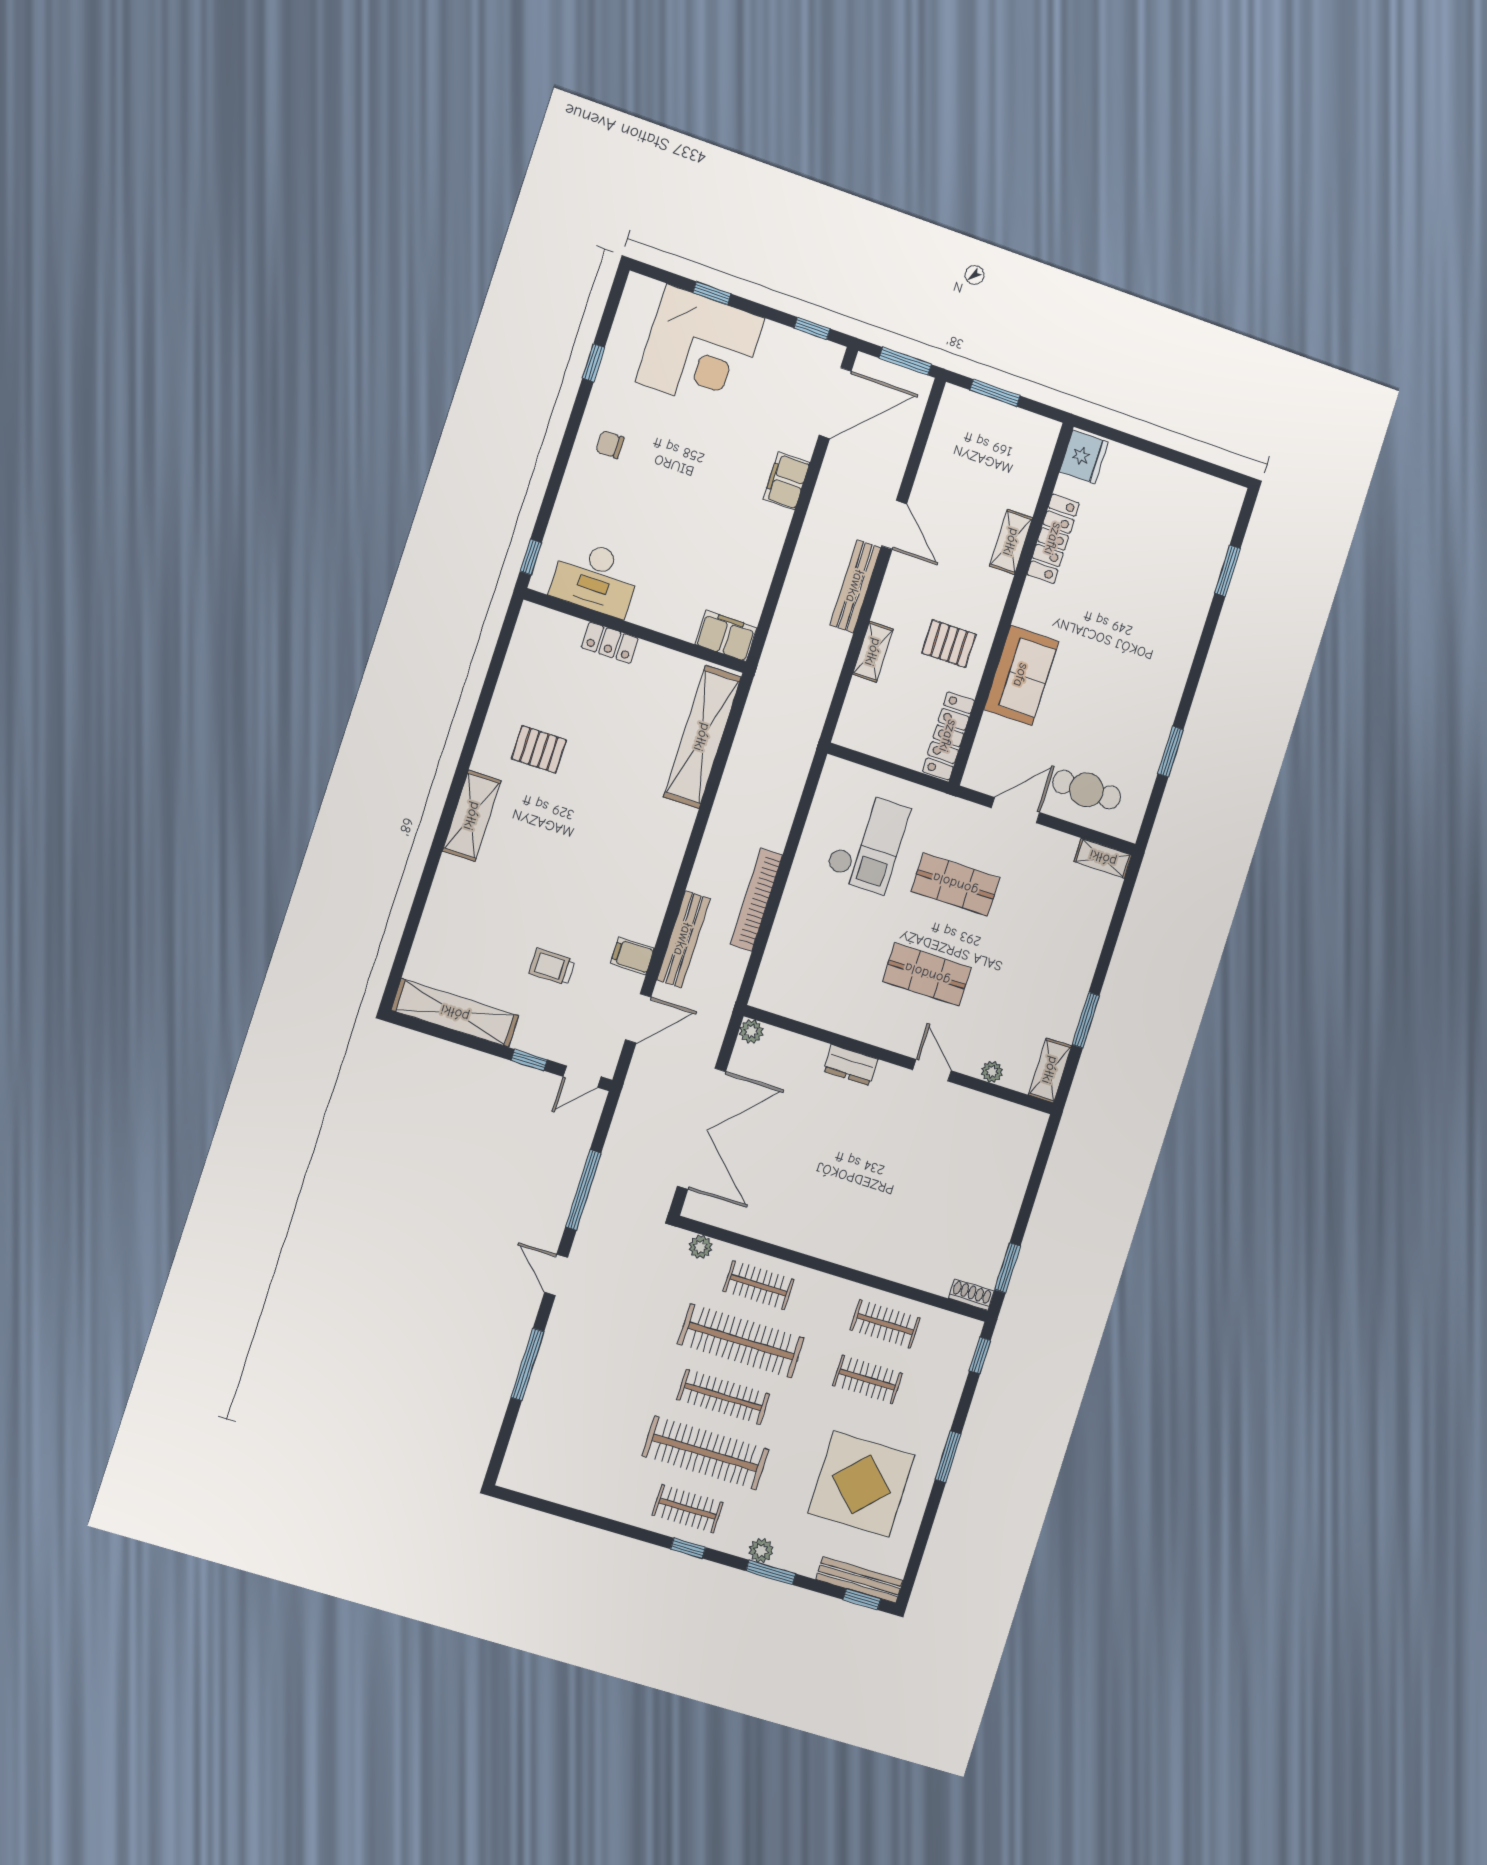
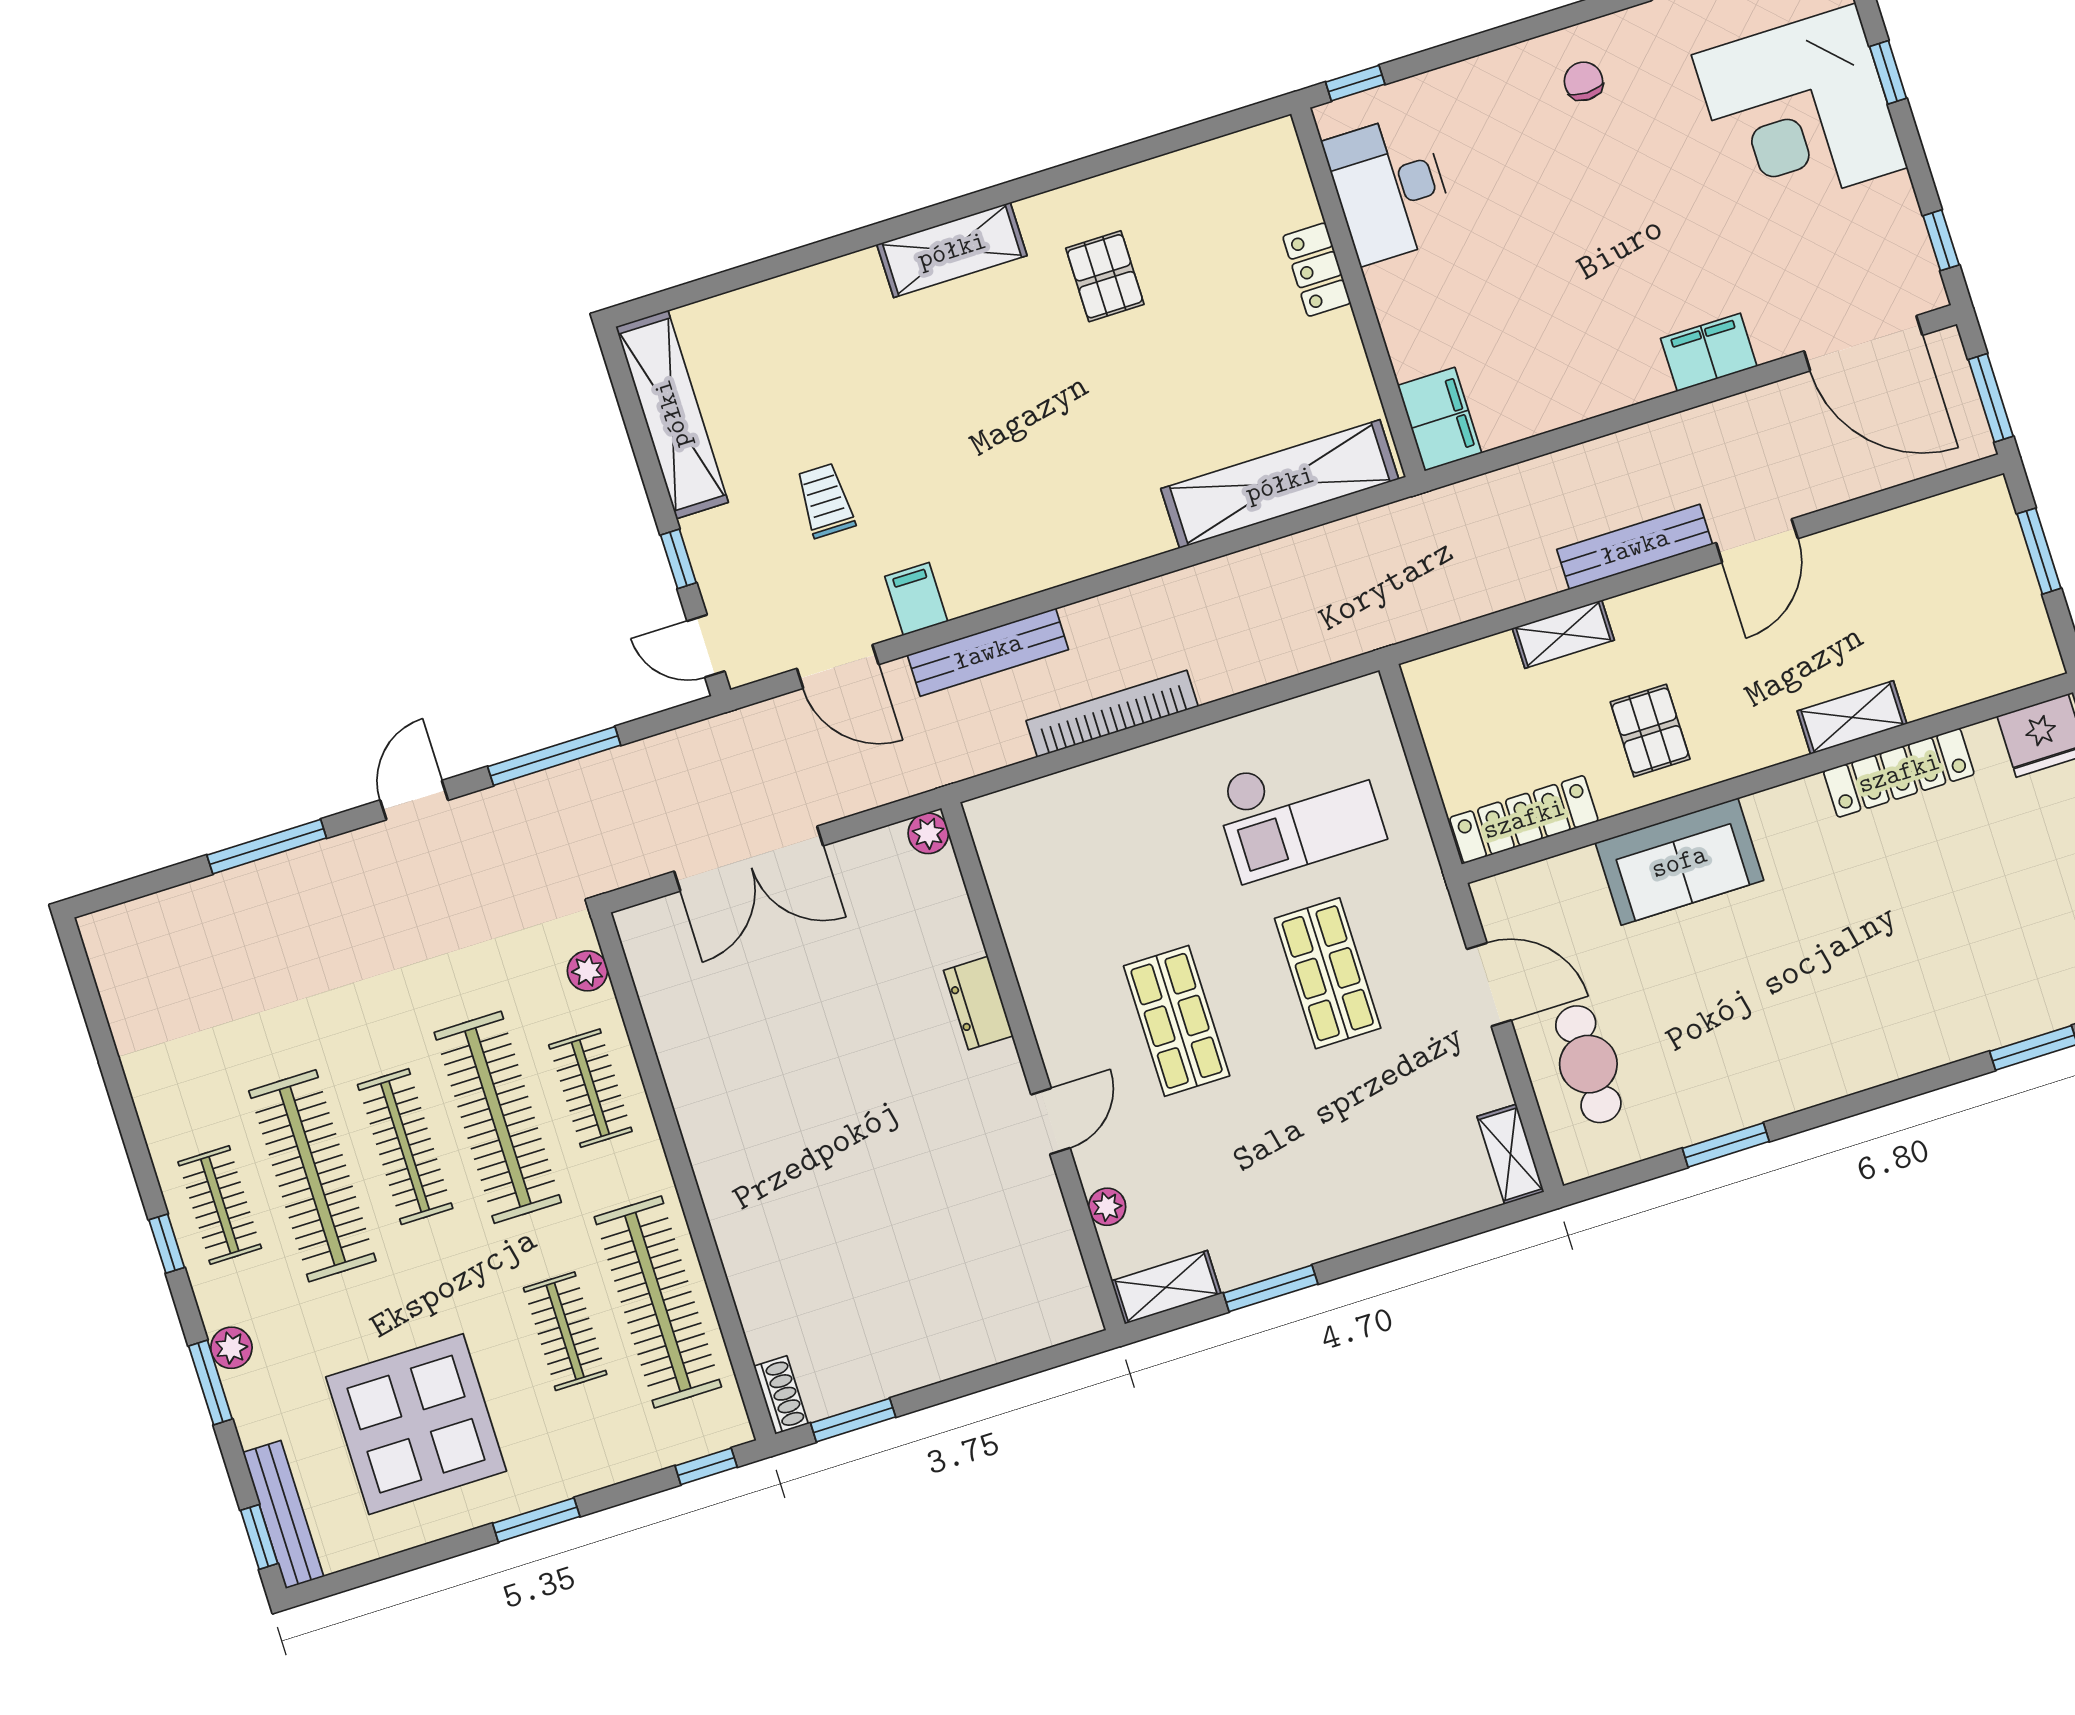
double door: (701, 1129) -> (749, 859), width x0.73
clothes rail: (885, 1324) -> (658, 1302), width x1.86, depth x1.31

